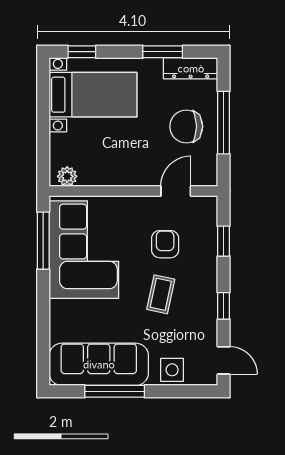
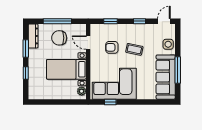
window: (82, 52) -> (26, 73), moved
bed with nightstands: (93, 95) -> (66, 69), moved, turned -90
chair: (186, 126) -> (59, 38), turned 90
window: (43, 241) -> (110, 102), width x0.46

